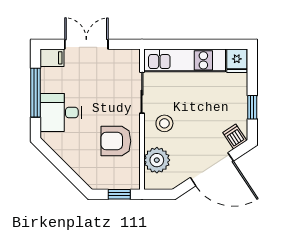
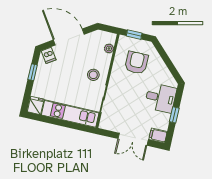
window: (35, 93) -> (174, 115), width x0.46
armchair: (116, 141) -> (136, 63), moved, turned -90
plant: (157, 160) -> (109, 48), width x0.53, depth x0.53

